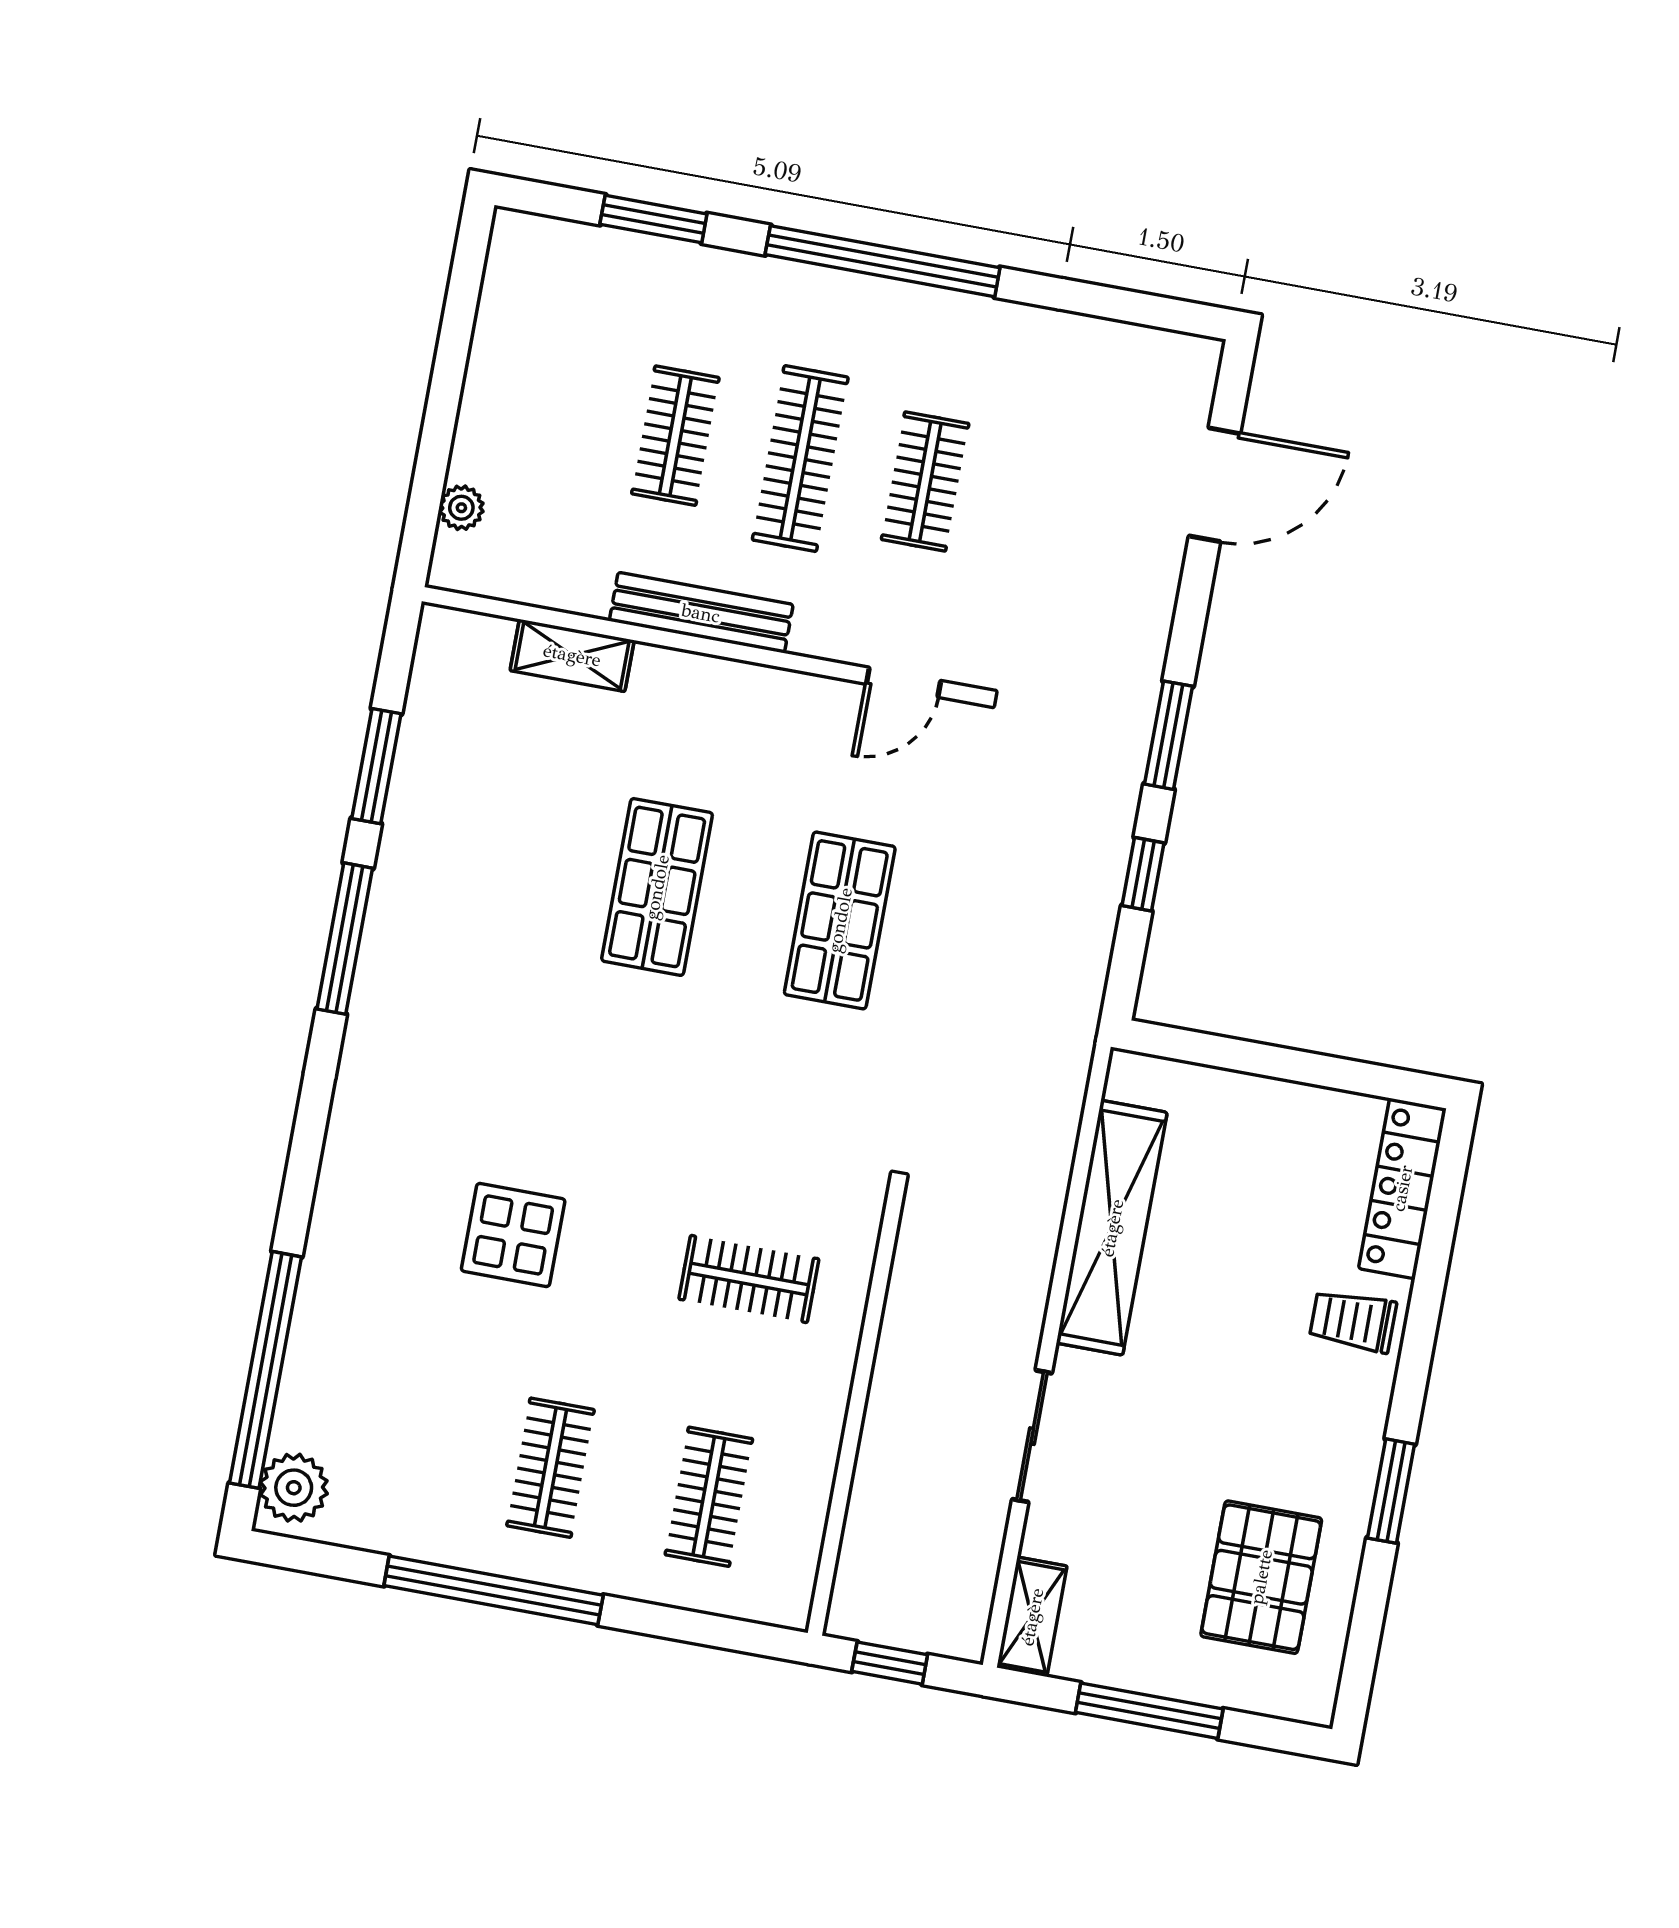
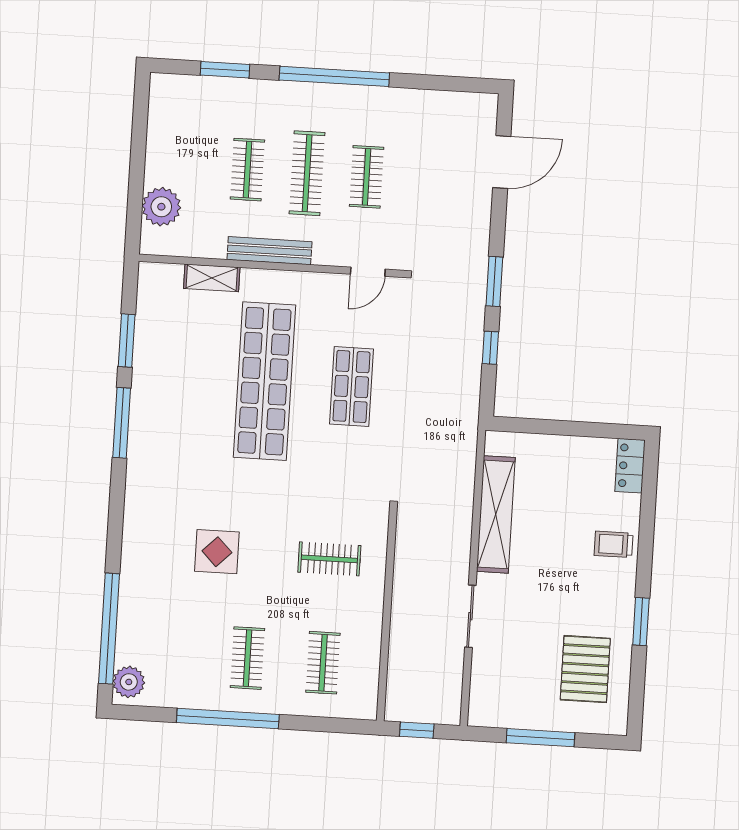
plant: (461, 508) -> (161, 207), width x1.87, depth x1.87
shop shelf: (657, 887) -> (264, 381), width x2.00, depth x1.36
locker: (1402, 1188) -> (630, 466), width x0.66
shelving: (1032, 1617) -> (480, 700), removed

